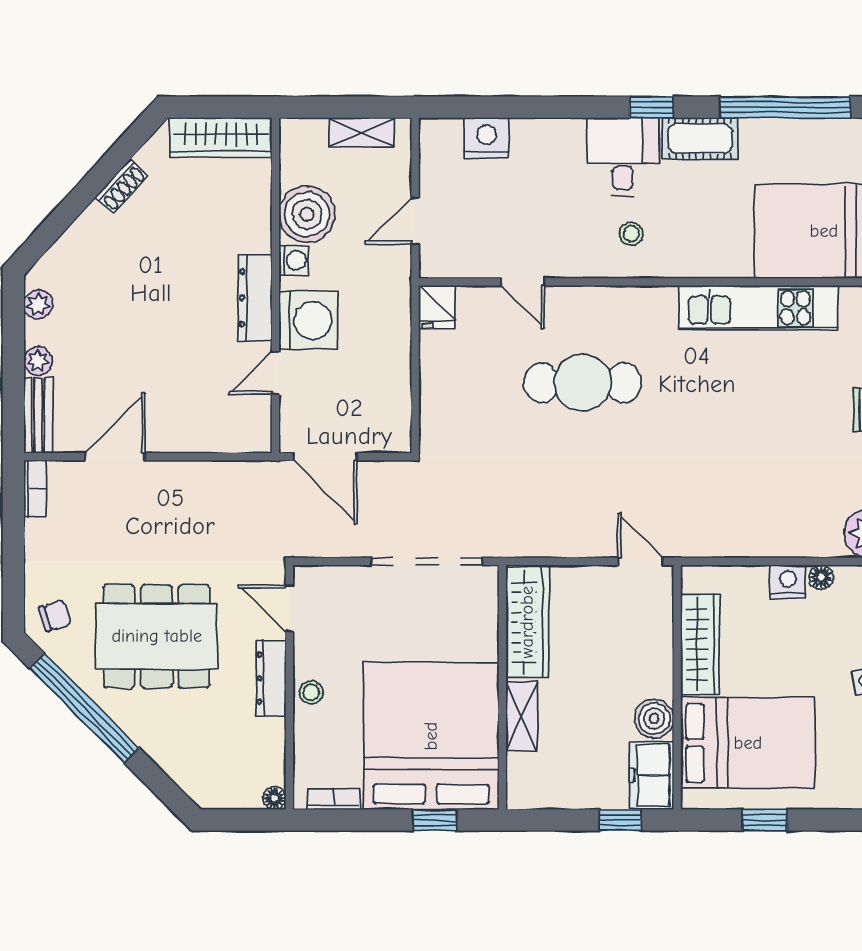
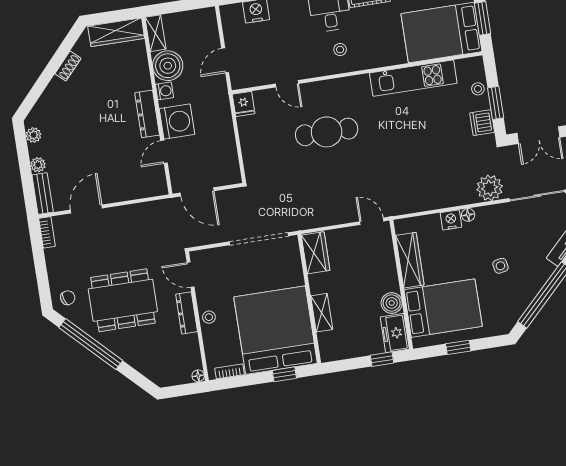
shelving: (362, 132) -> (155, 33), moved, turned 90
wardrobe: (527, 622) -> (316, 253), width x0.67

